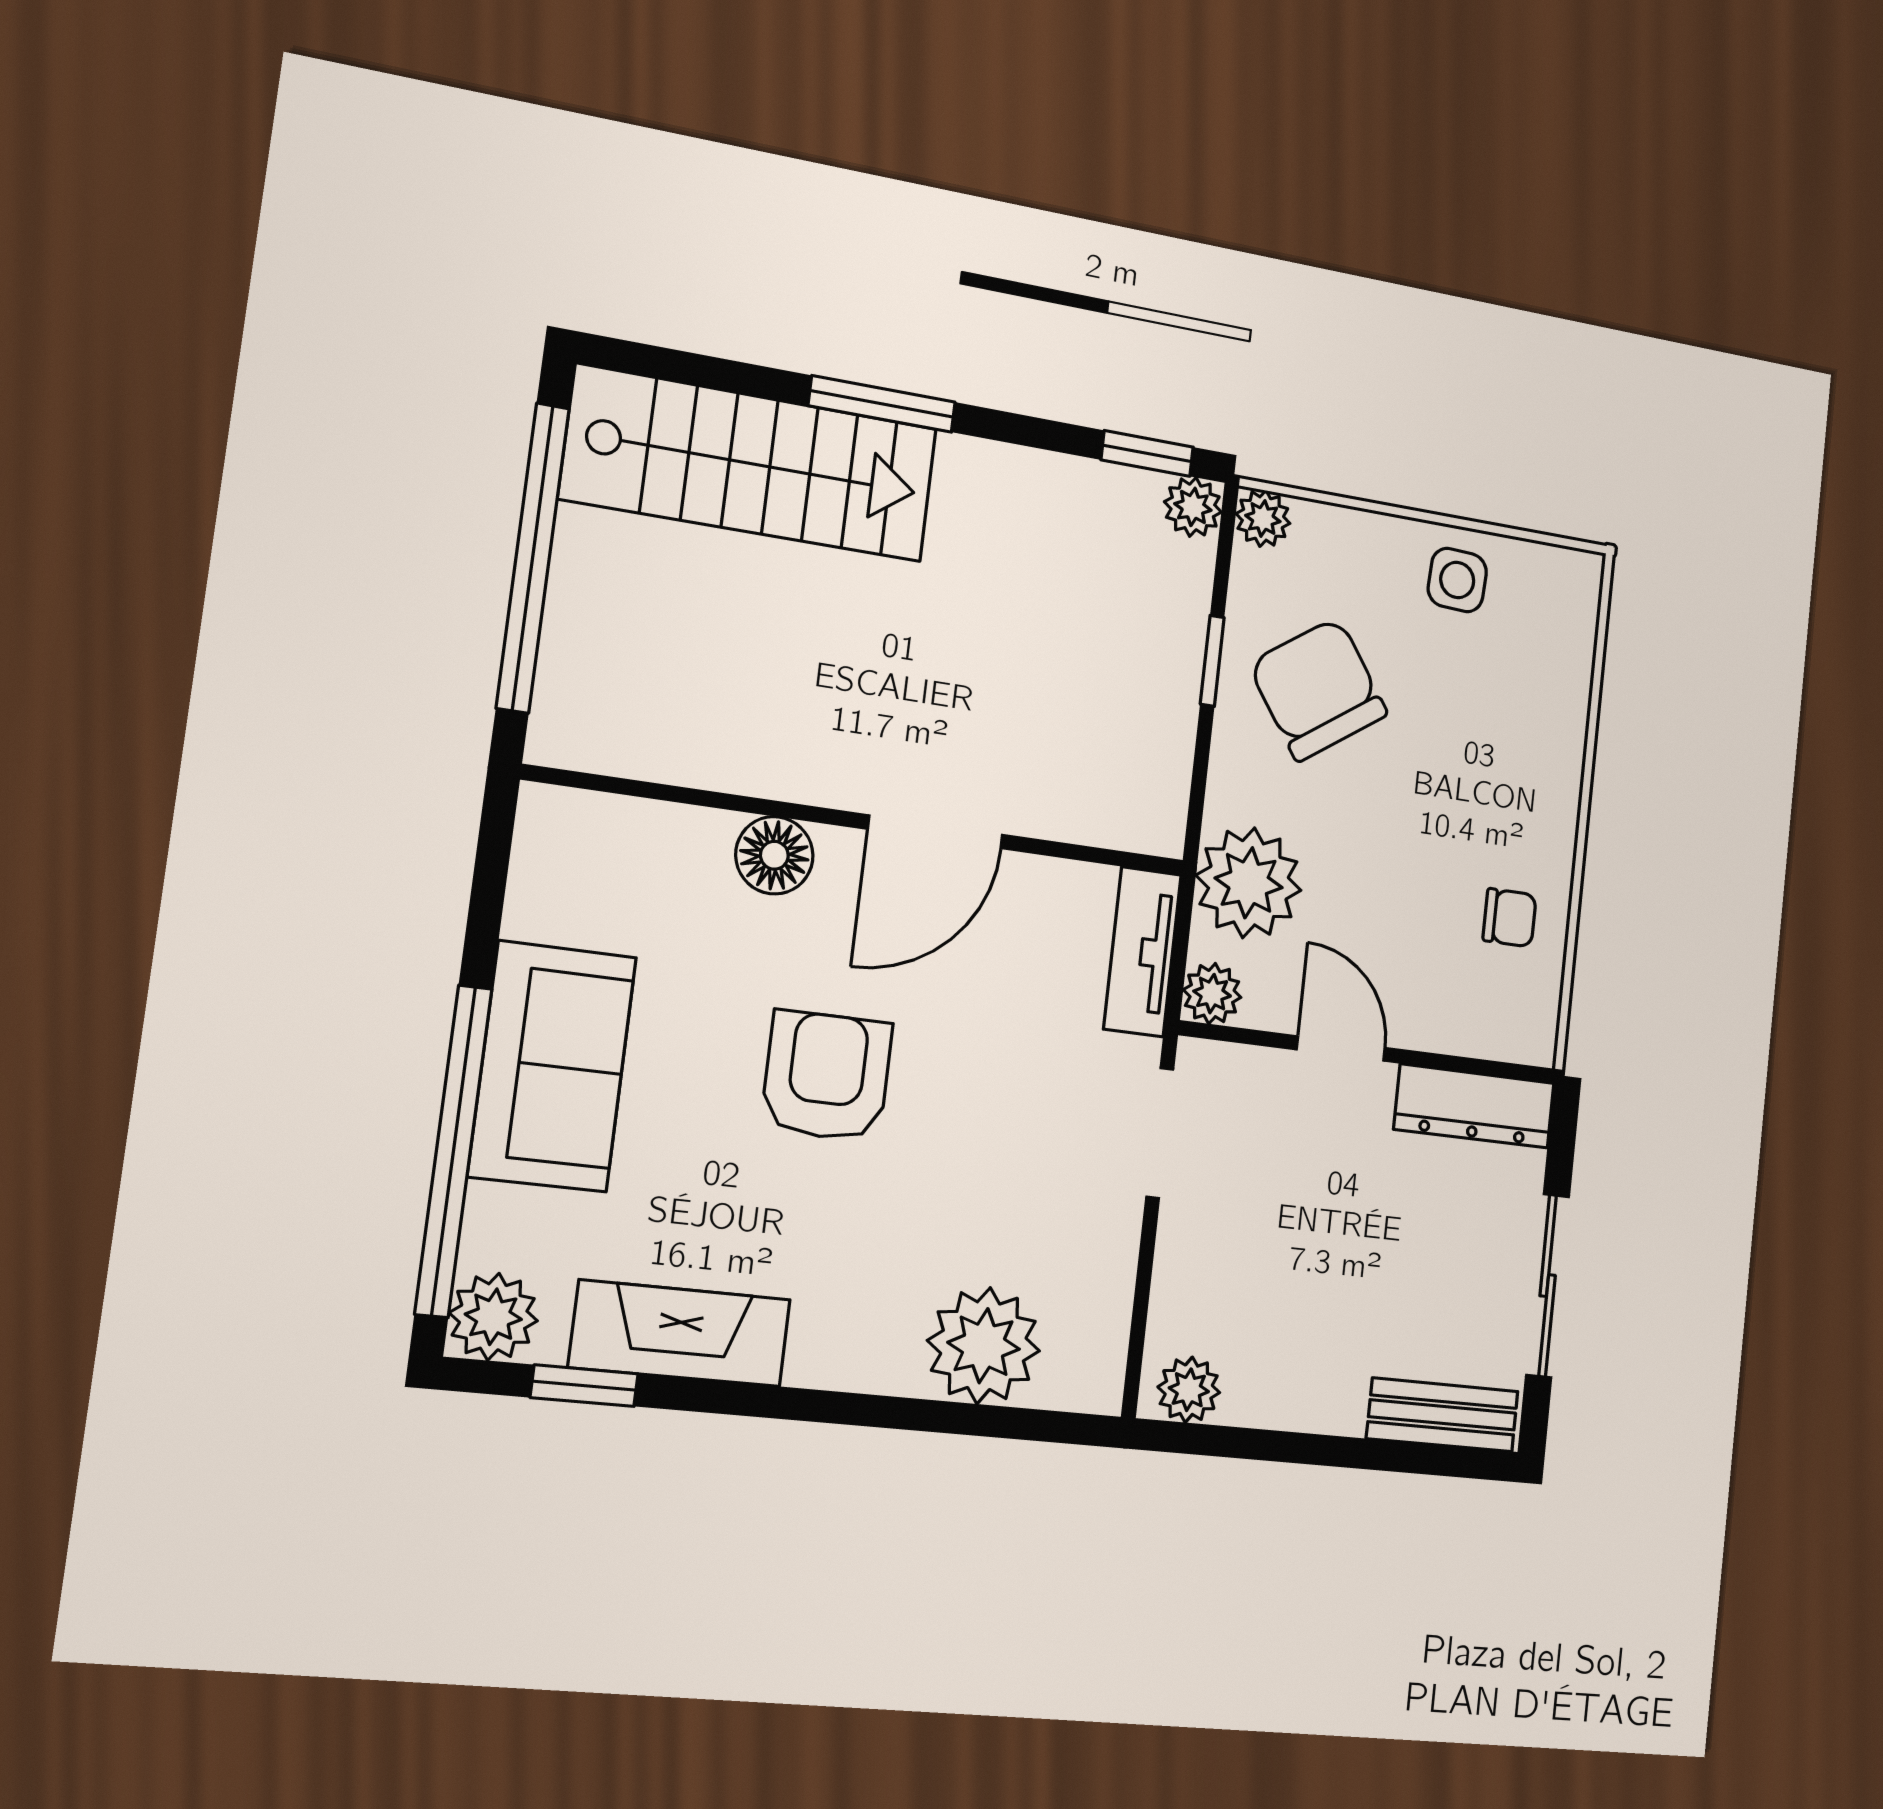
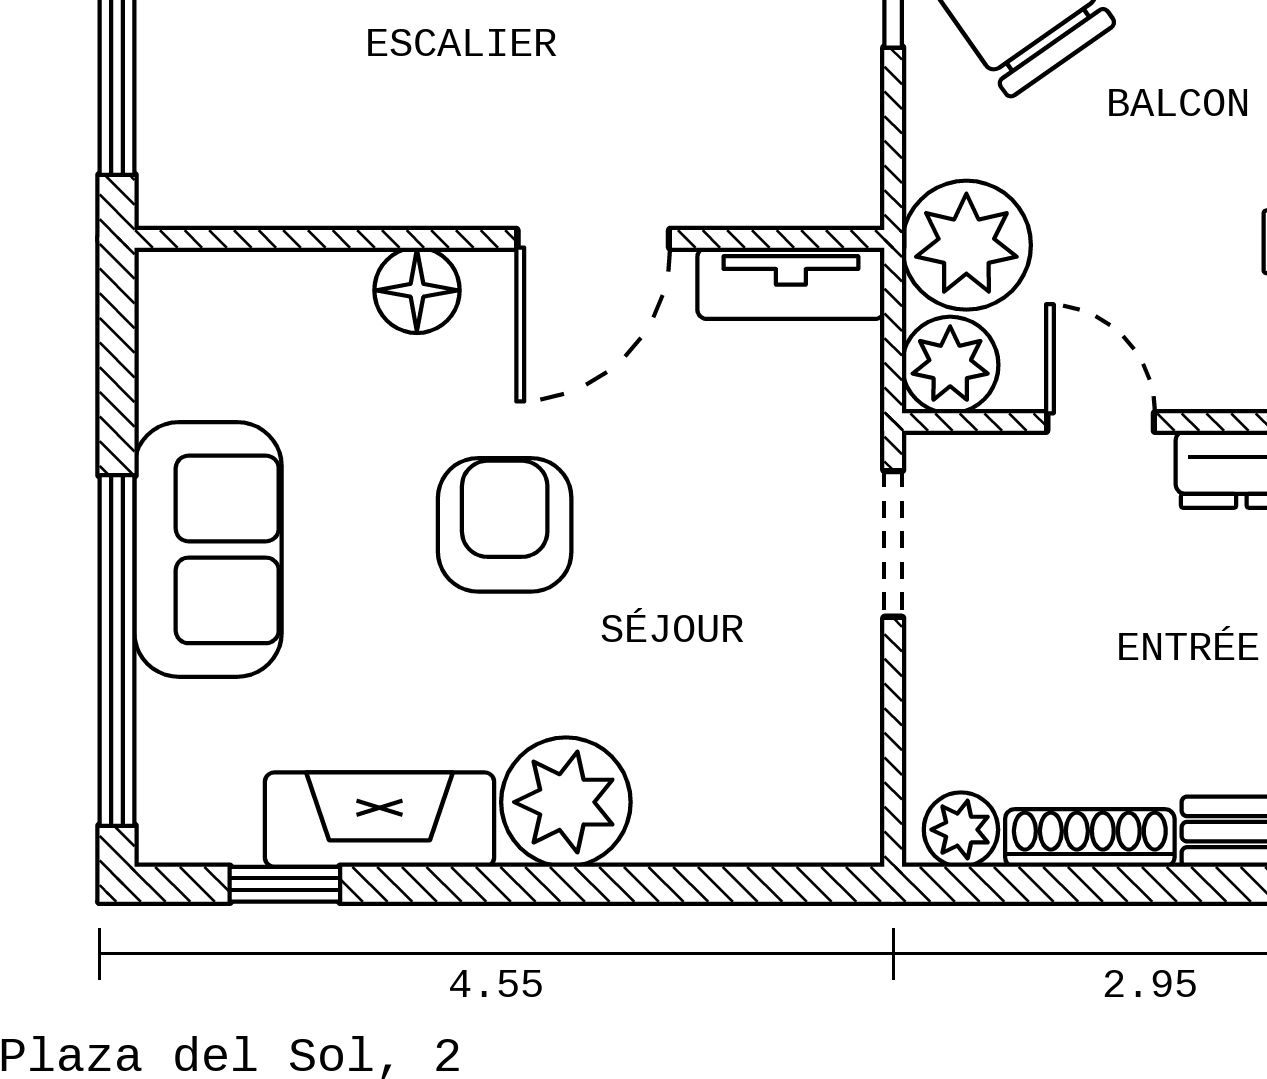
tv unit: (1142, 952) -> (791, 283), moved, turned -90
plant: (1212, 994) -> (950, 365), width x1.38, depth x1.38
plant: (493, 1317) -> (181, 820), removed
plant: (984, 1346) -> (566, 802), moved
shoe rack: (1294, 1407) -> (1090, 838), added

